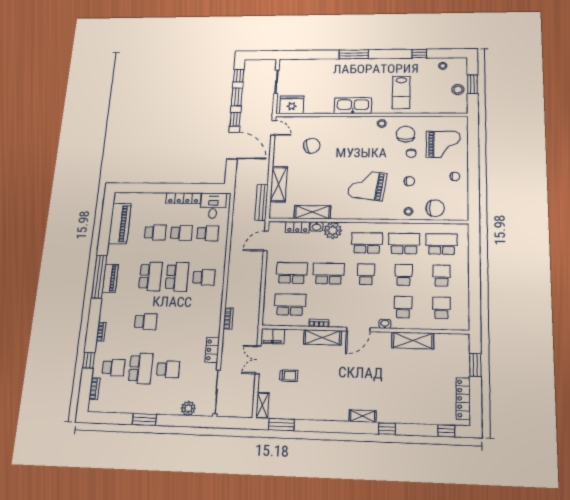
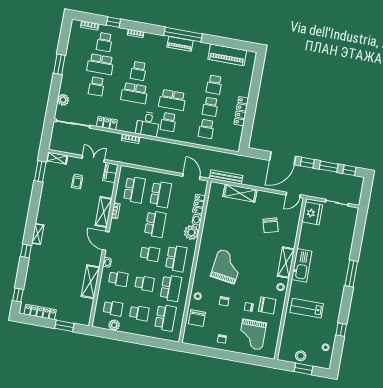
desk: (213, 206) -> (148, 124), moved, turned 90
shelving: (312, 212) -> (286, 263), moved
school desk: (151, 276) -> (134, 93), moved
plant: (462, 303) -> (114, 325), added

